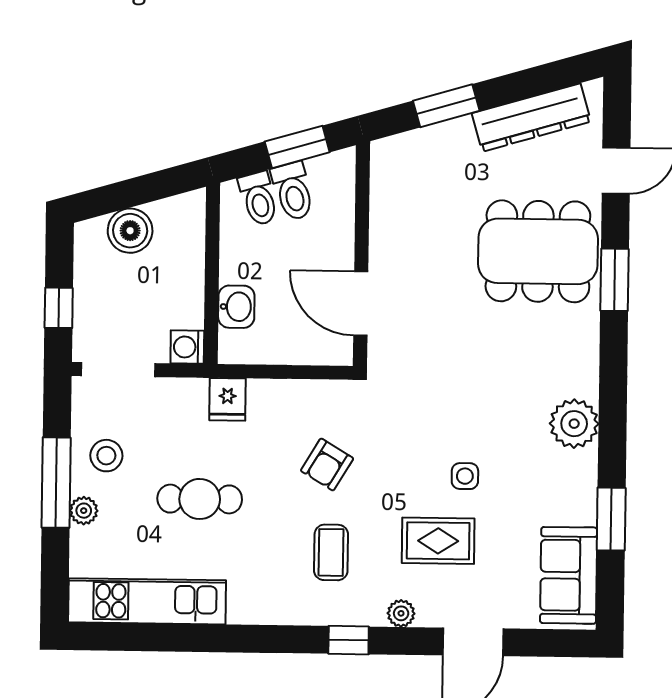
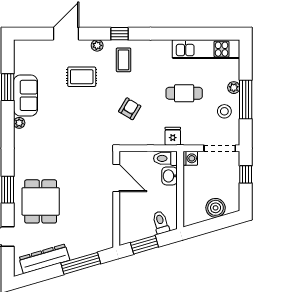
window: (446, 106) -> (81, 263), width x1.44
toilet: (293, 191) -> (165, 158), moved, turned -74
dining table: (538, 251) -> (41, 201), width x0.73
plant: (574, 424) -> (19, 123), width x0.53, depth x0.53
side table: (465, 476) -> (71, 105), removed
coffee table: (331, 552) -> (124, 60), moved
sofa: (569, 575) -> (26, 95), moved

